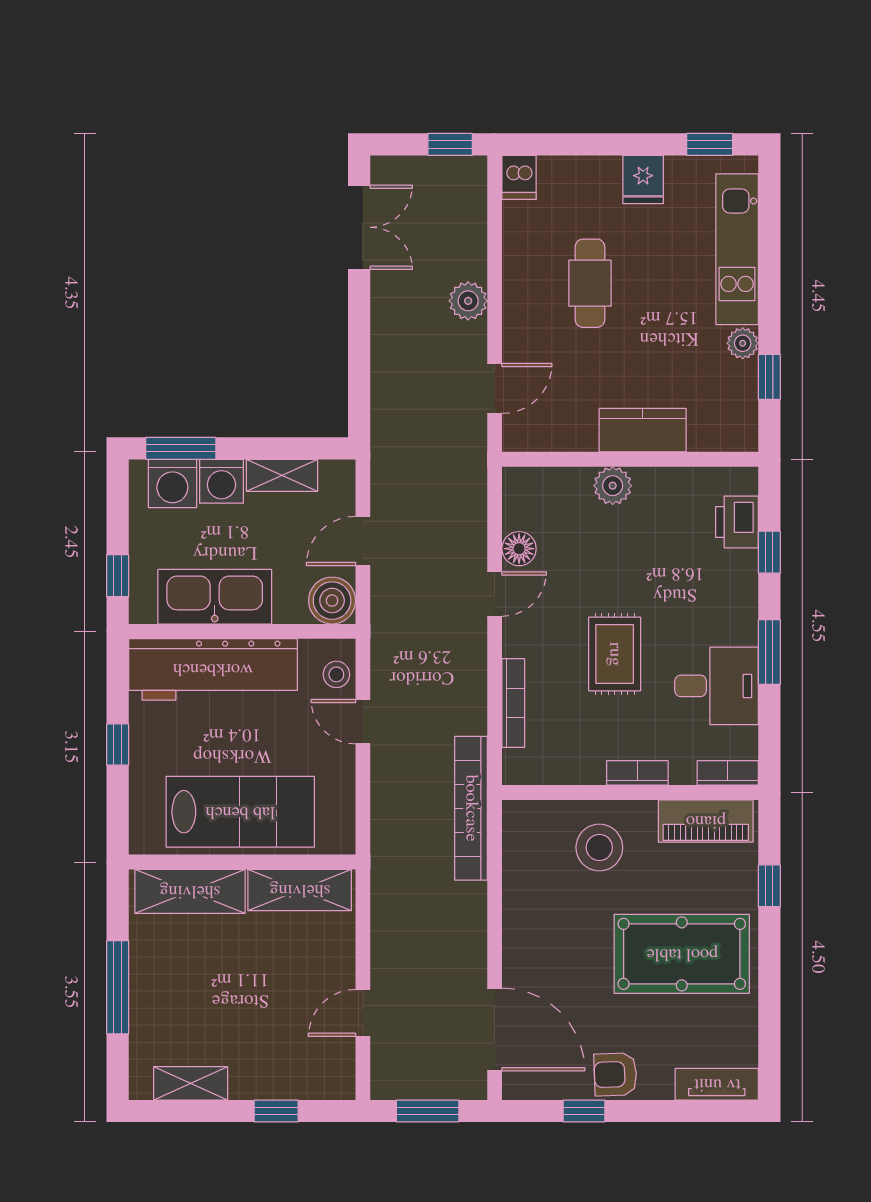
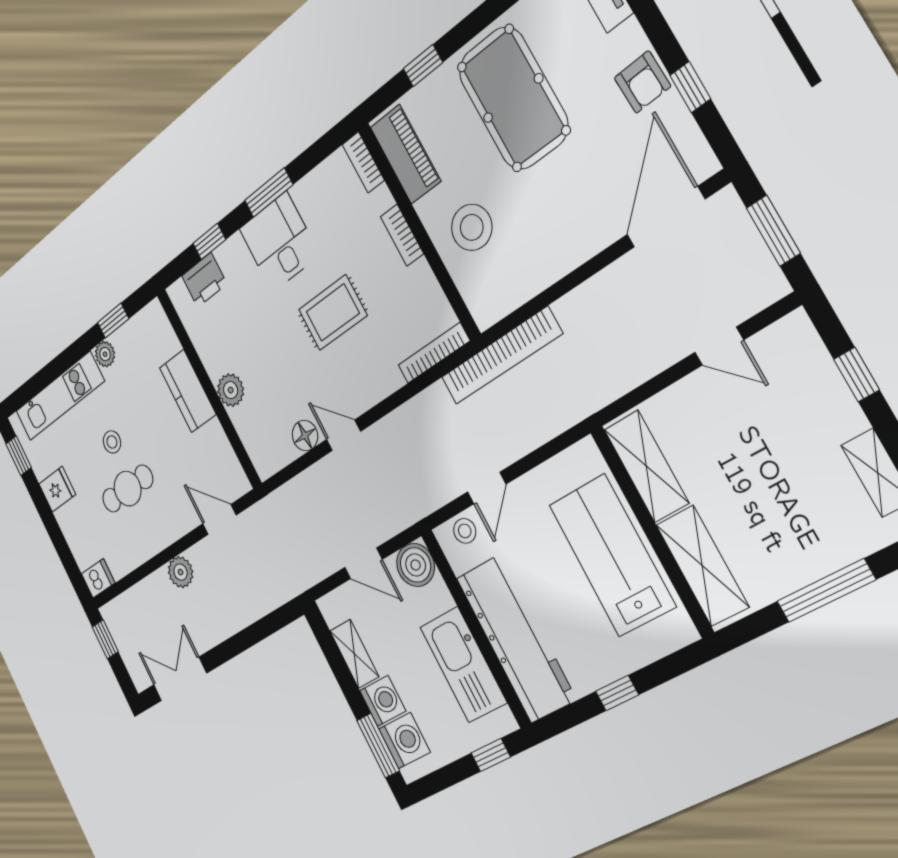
stool: (649, 293) -> (112, 442), added
desk: (716, 686) -> (279, 242), moved
bookcase: (513, 703) -> (434, 353), moved

